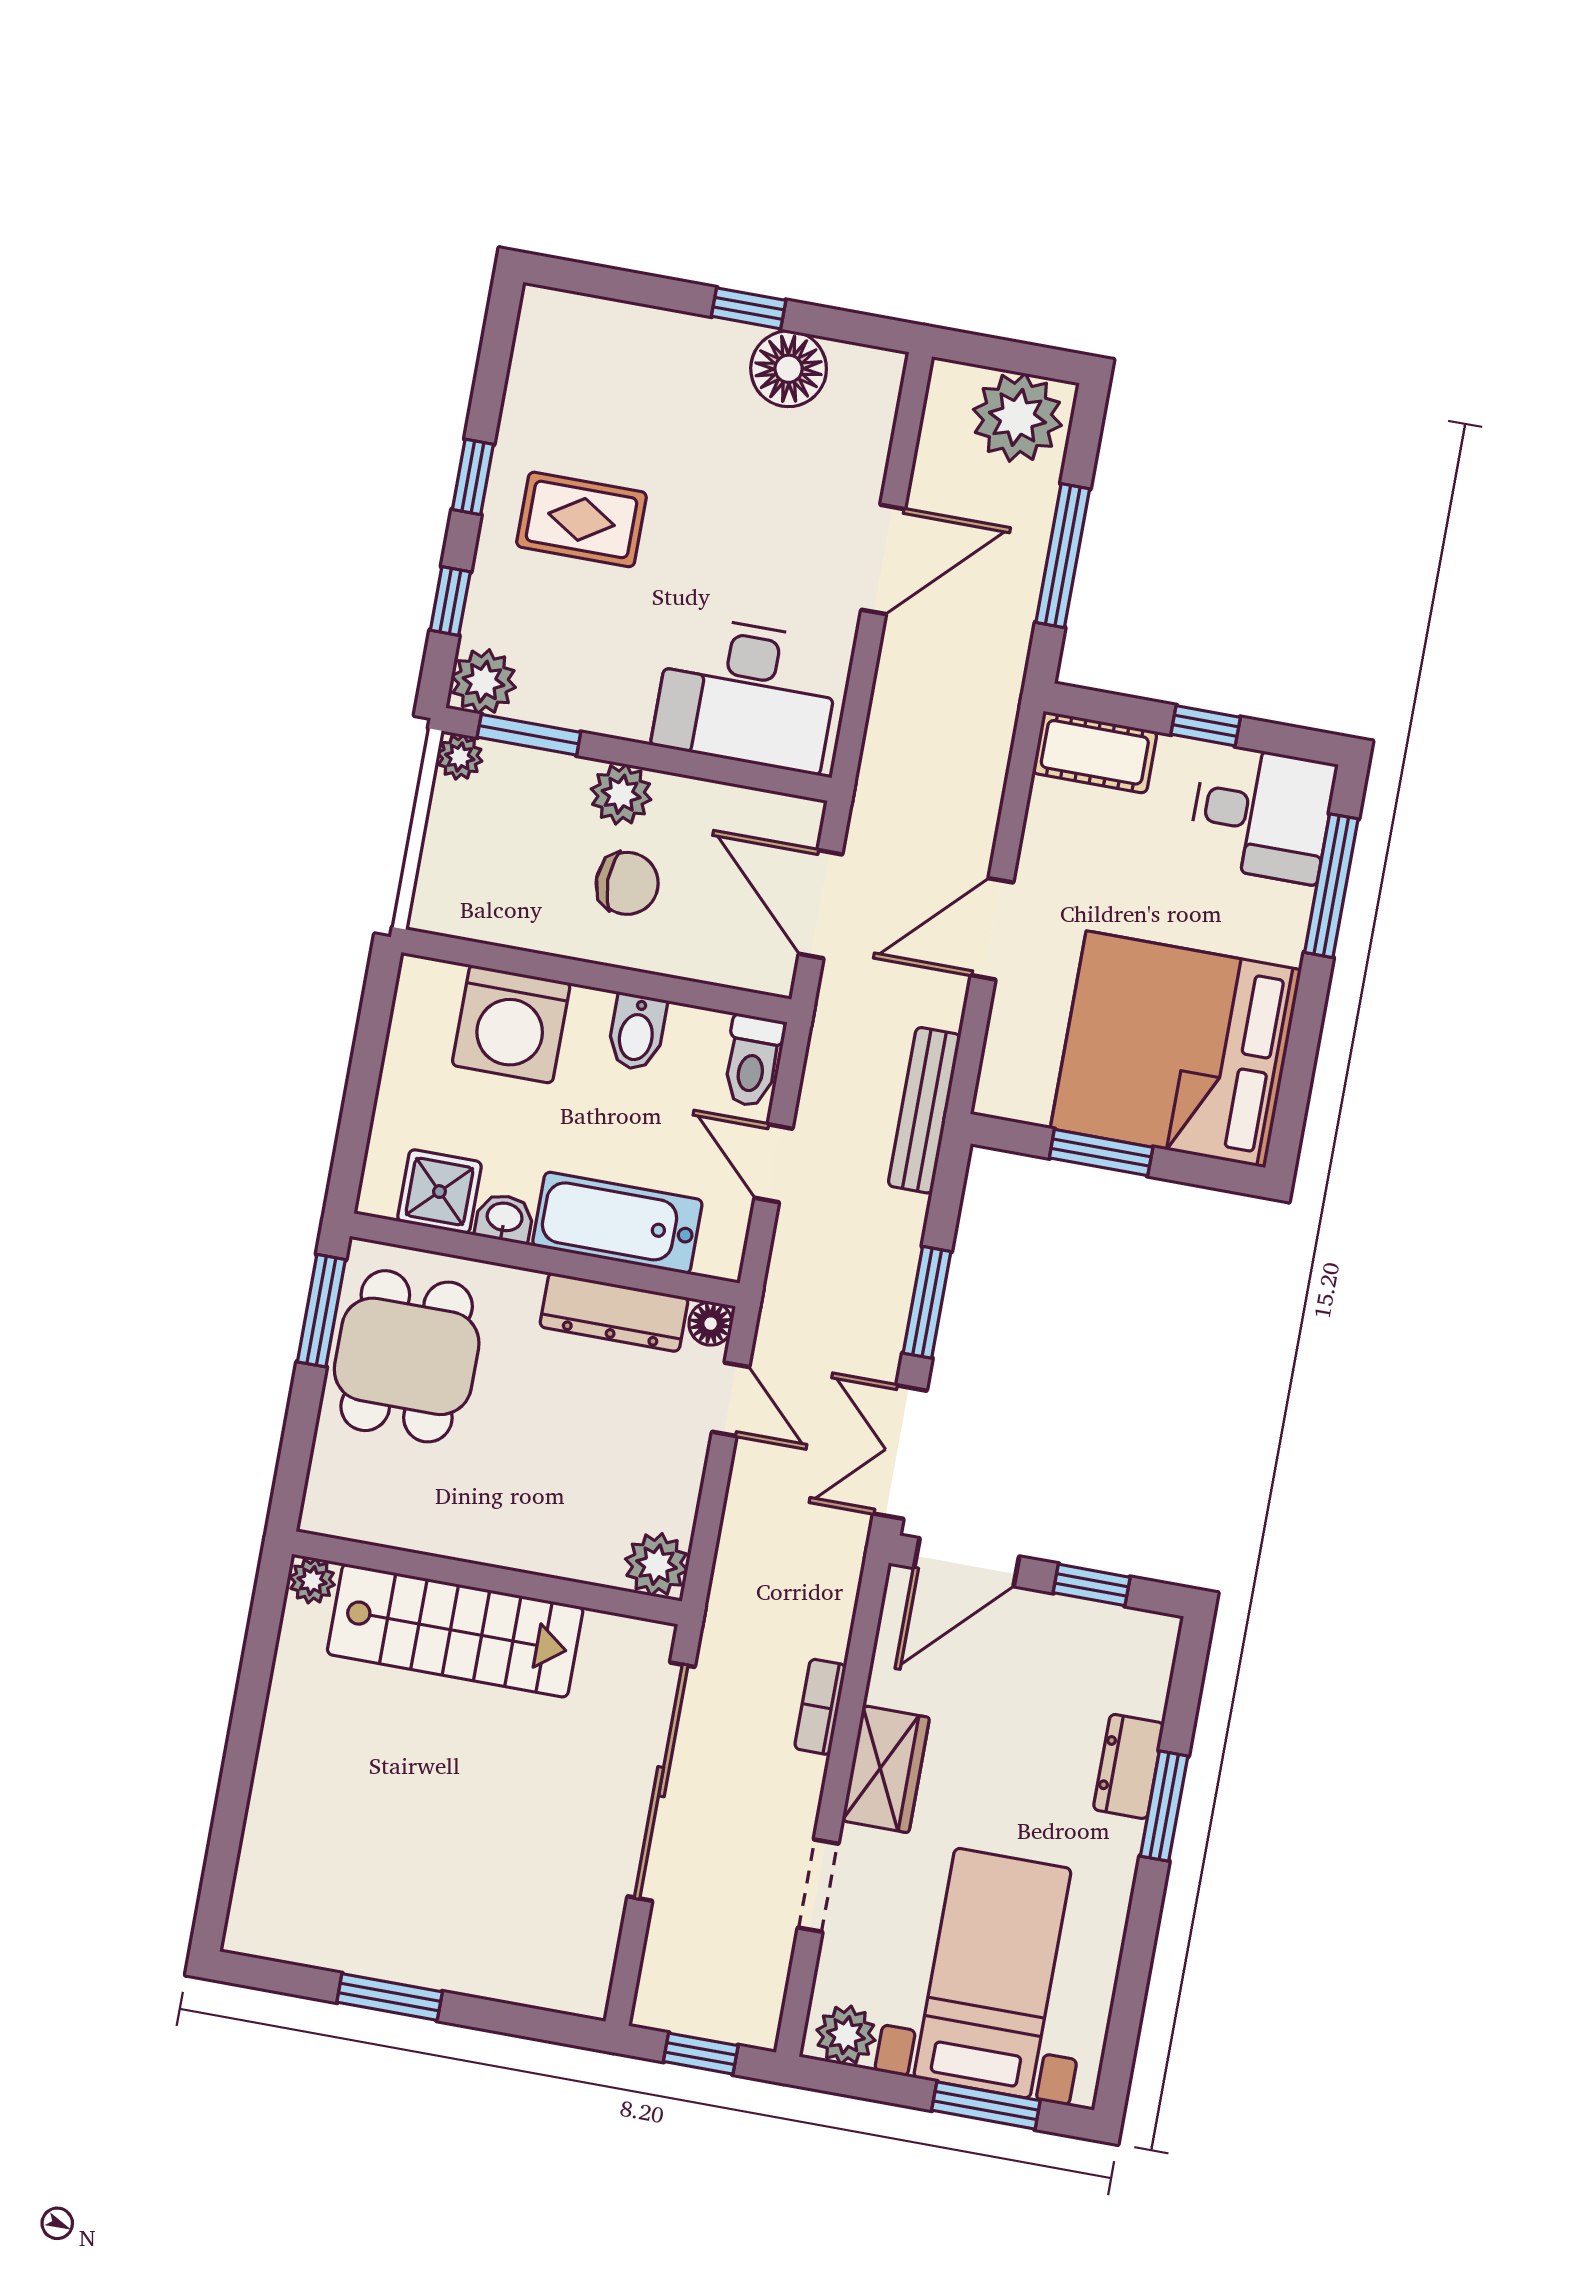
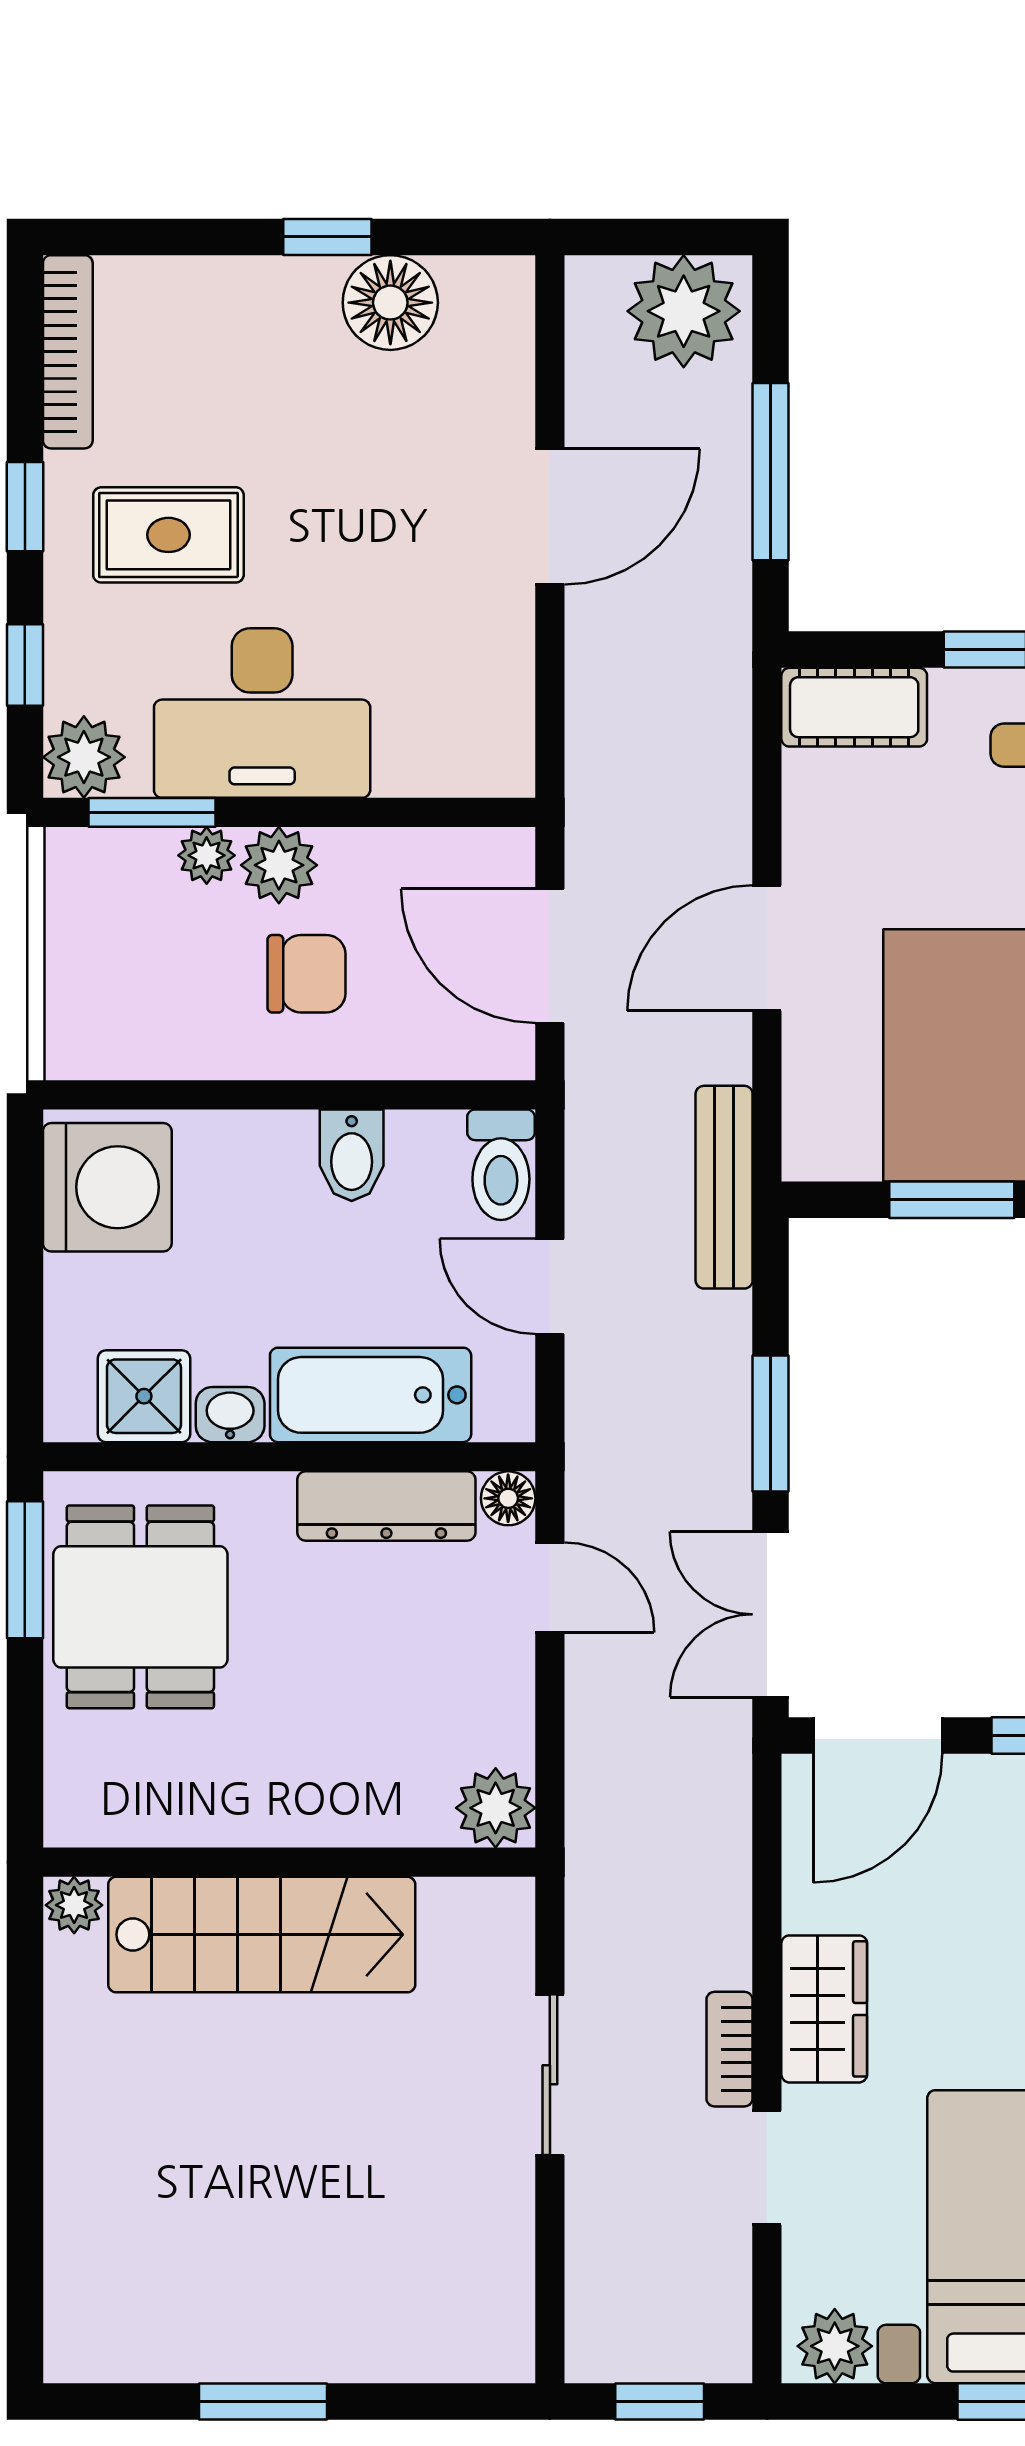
bookcase: (529, 361) -> (68, 352), added
desk: (747, 694) -> (262, 713), moved
plant: (460, 757) -> (207, 855), moved
washing machine: (511, 1024) -> (107, 1187), moved, turned -90
bookcase: (820, 1707) -> (729, 2049), moved
sliding door: (661, 1782) -> (550, 2075), width x0.54

